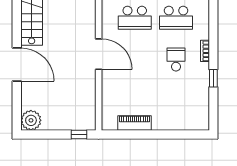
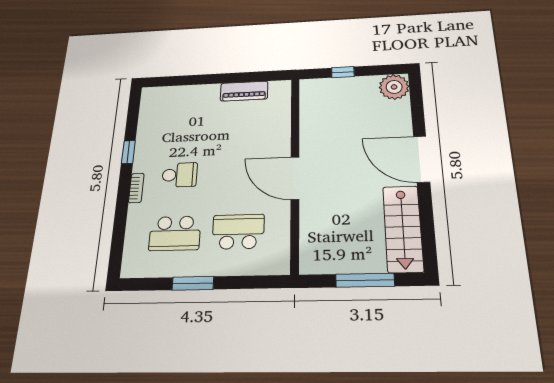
school desk: (176, 18) -> (175, 233), turned 180
school desk: (176, 59) -> (180, 175), turned -90
window: (79, 135) -> (343, 72), moved

